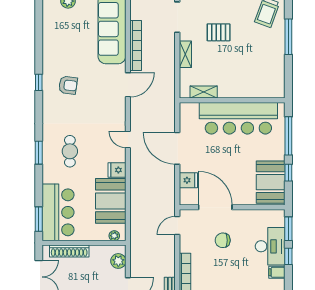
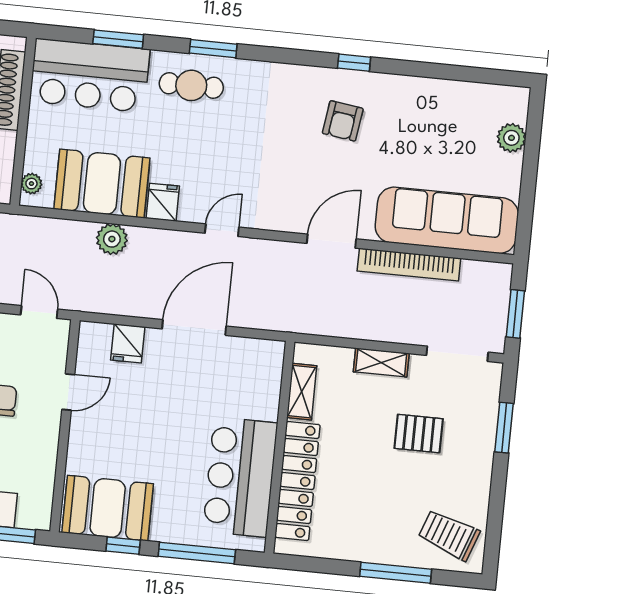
pallet: (219, 32) -> (419, 434), turned 90
door: (128, 85) -> (332, 241), swing flipped
locker: (248, 90) -> (297, 481), added
bar counter: (238, 118) -> (240, 477), width x0.73
cafe table: (70, 151) -> (191, 85), moved
plant: (138, 193) -> (112, 239), added
door: (215, 207) -> (68, 392), width x0.53
window: (39, 219) -> (118, 39), moved

